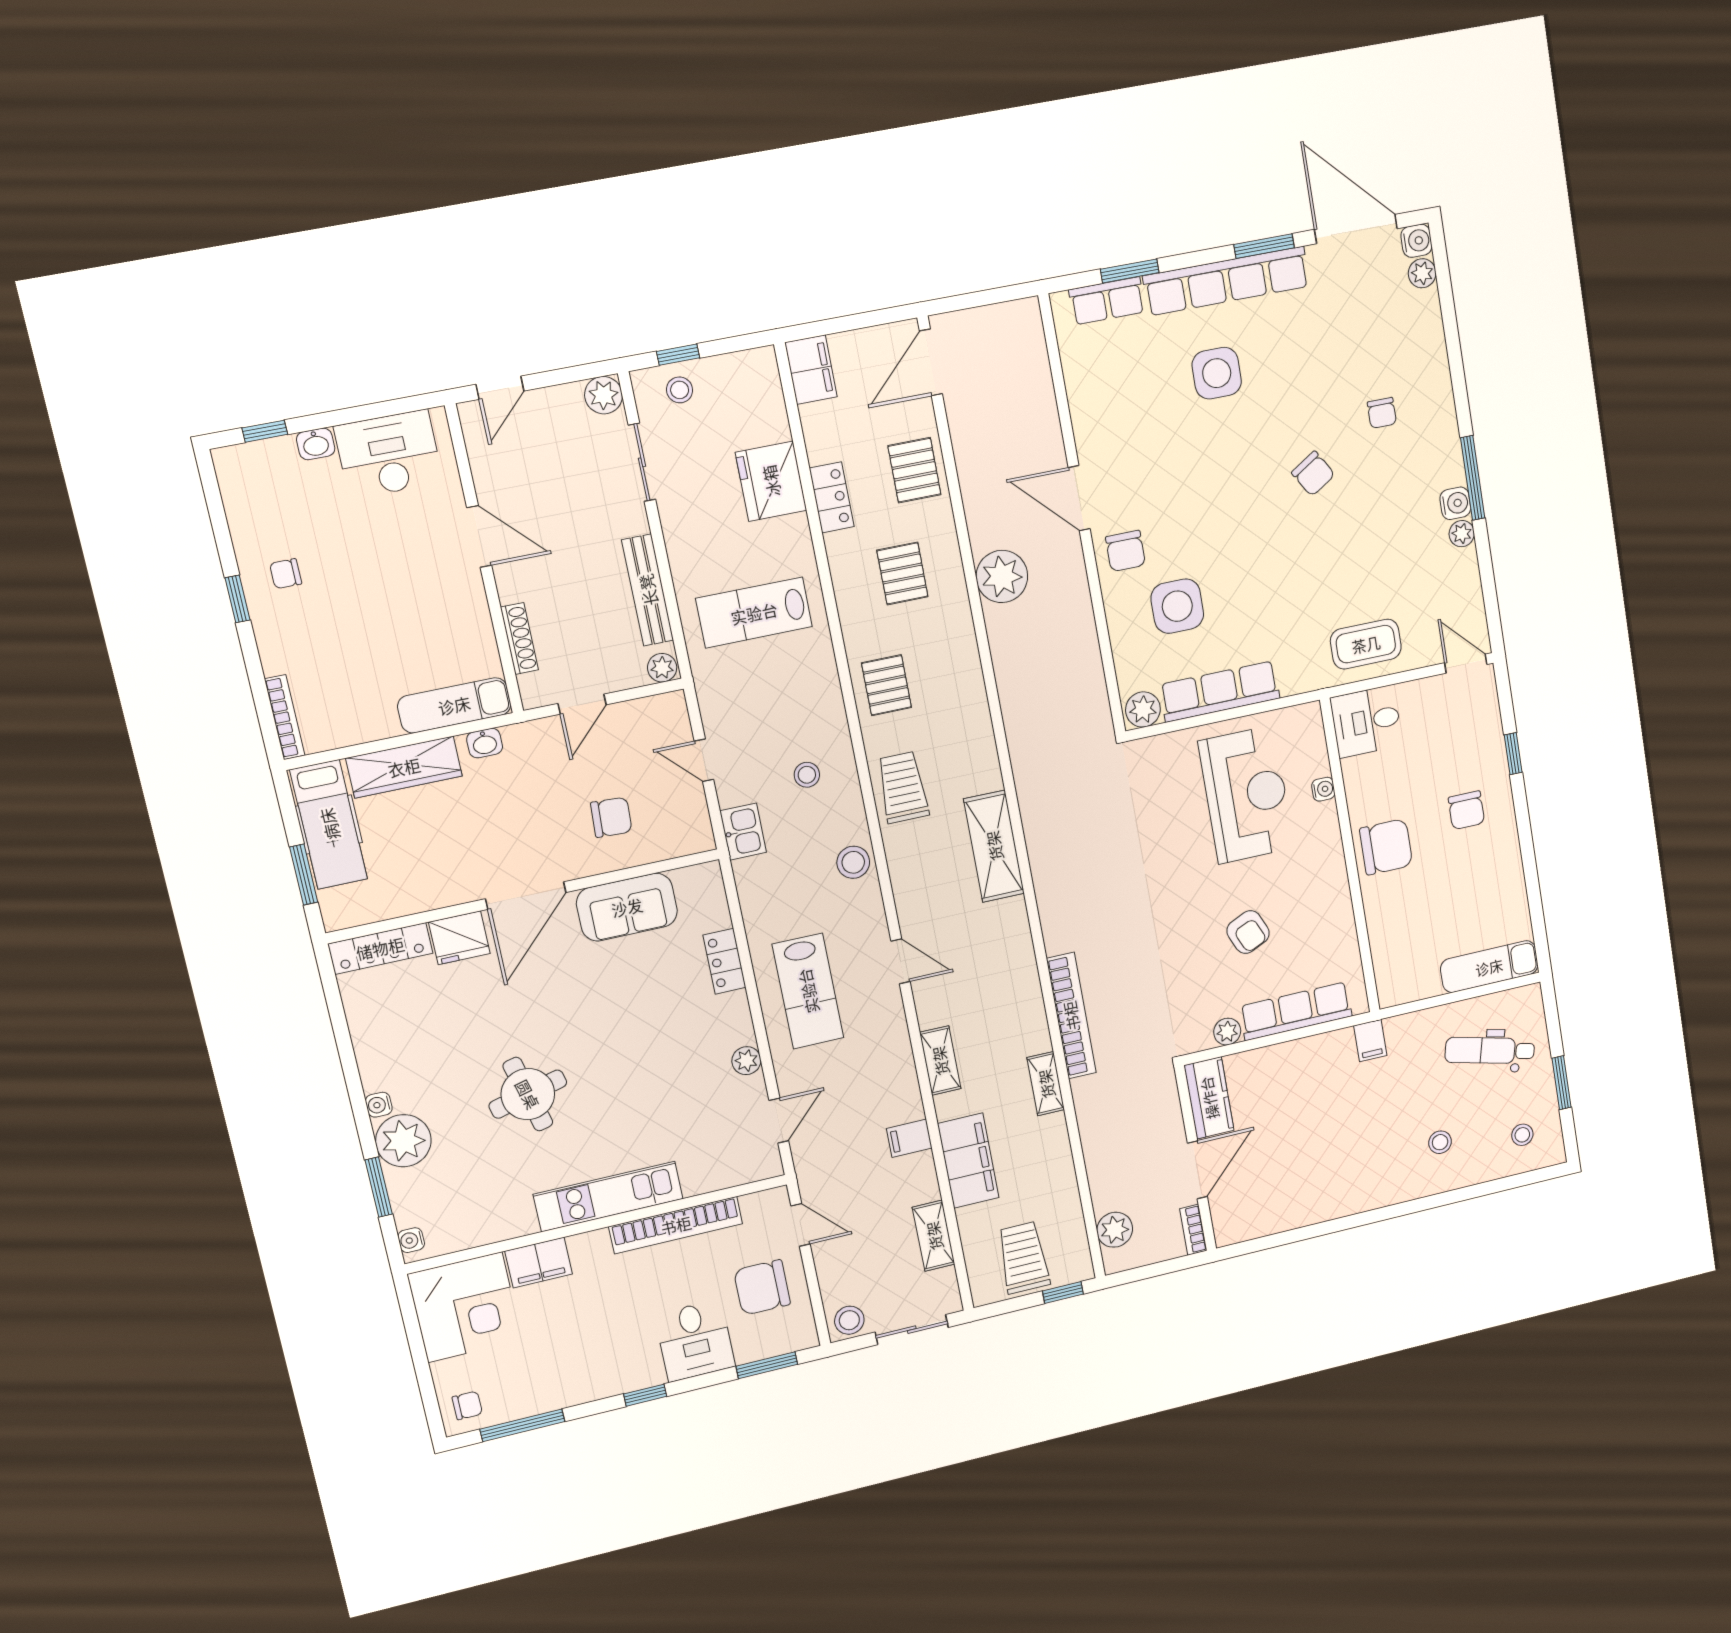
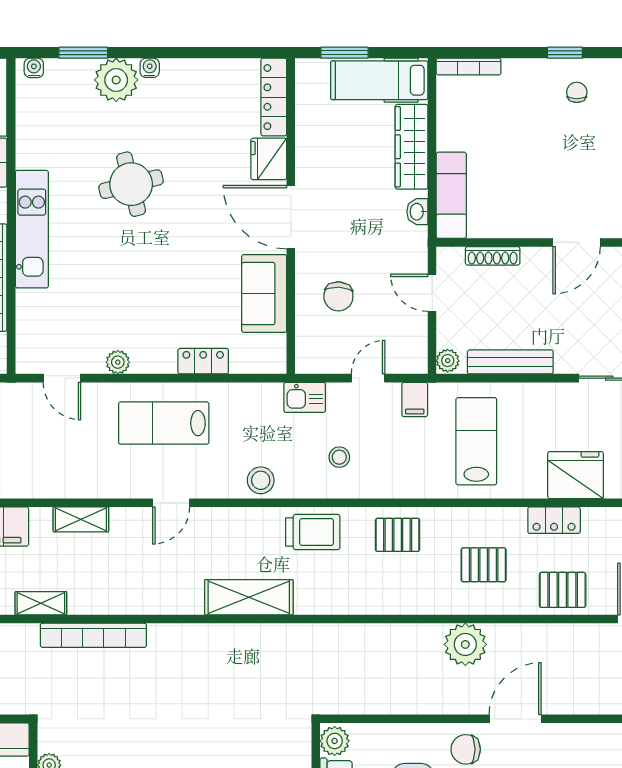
filing cabinet: (909, 1138) -> (415, 399), moved, turned 180

